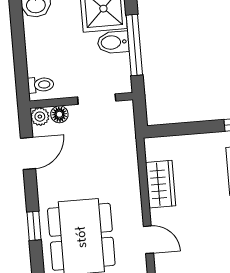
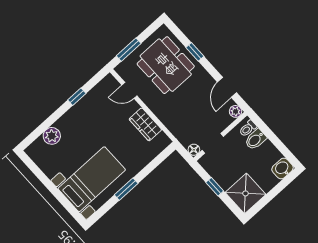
bidet: (113, 42) -> (255, 139), moved, turned 180
window: (134, 45) -> (215, 187), width x0.46
floor lamp: (59, 114) -> (194, 150), moved

